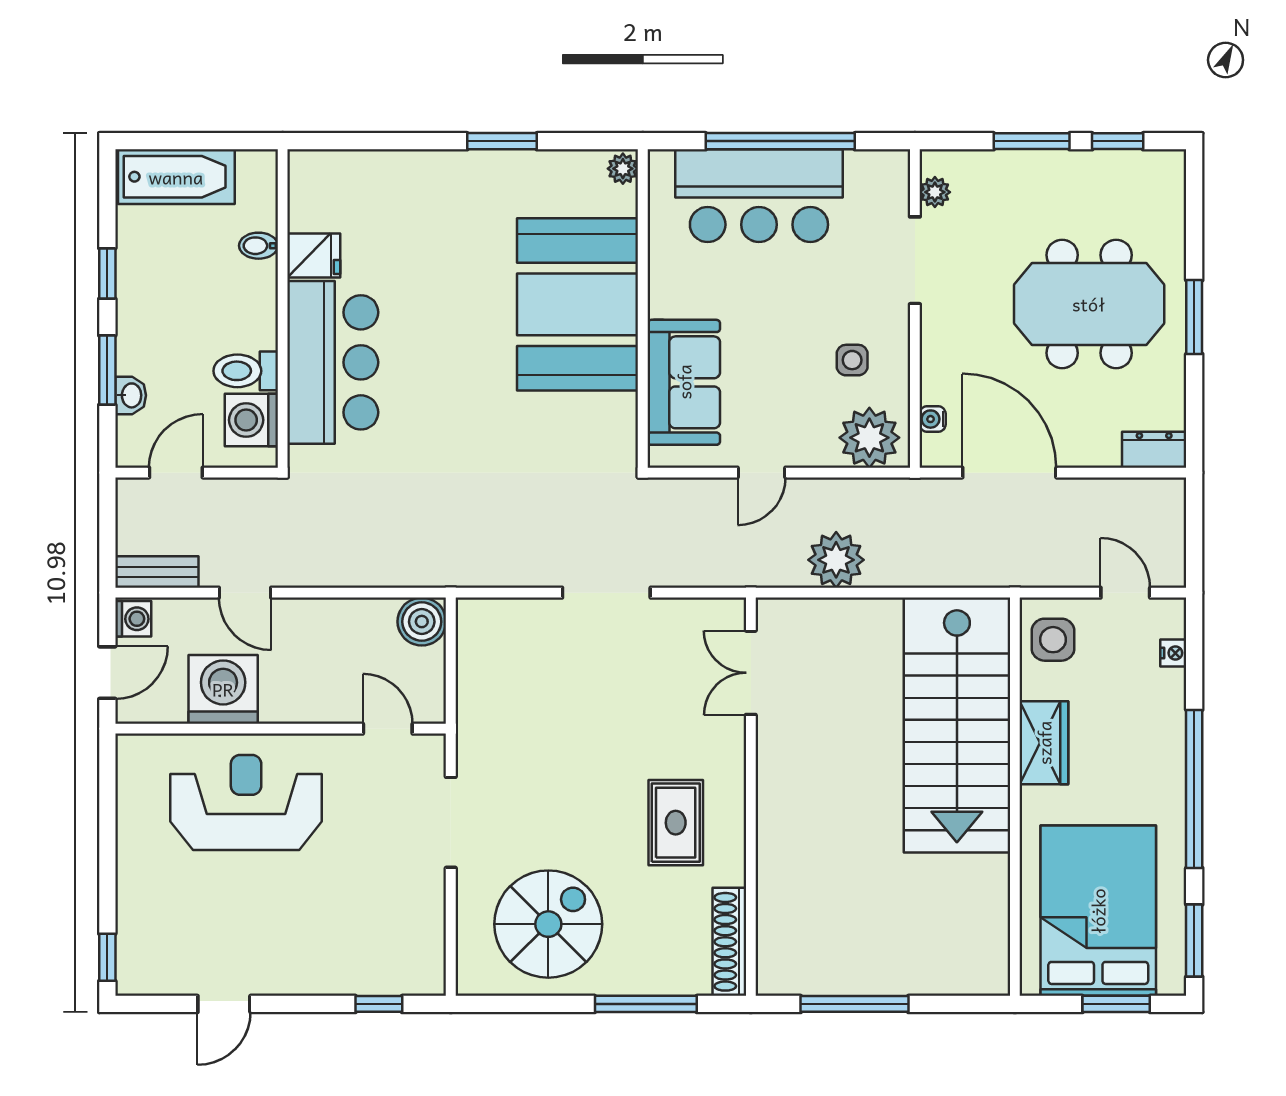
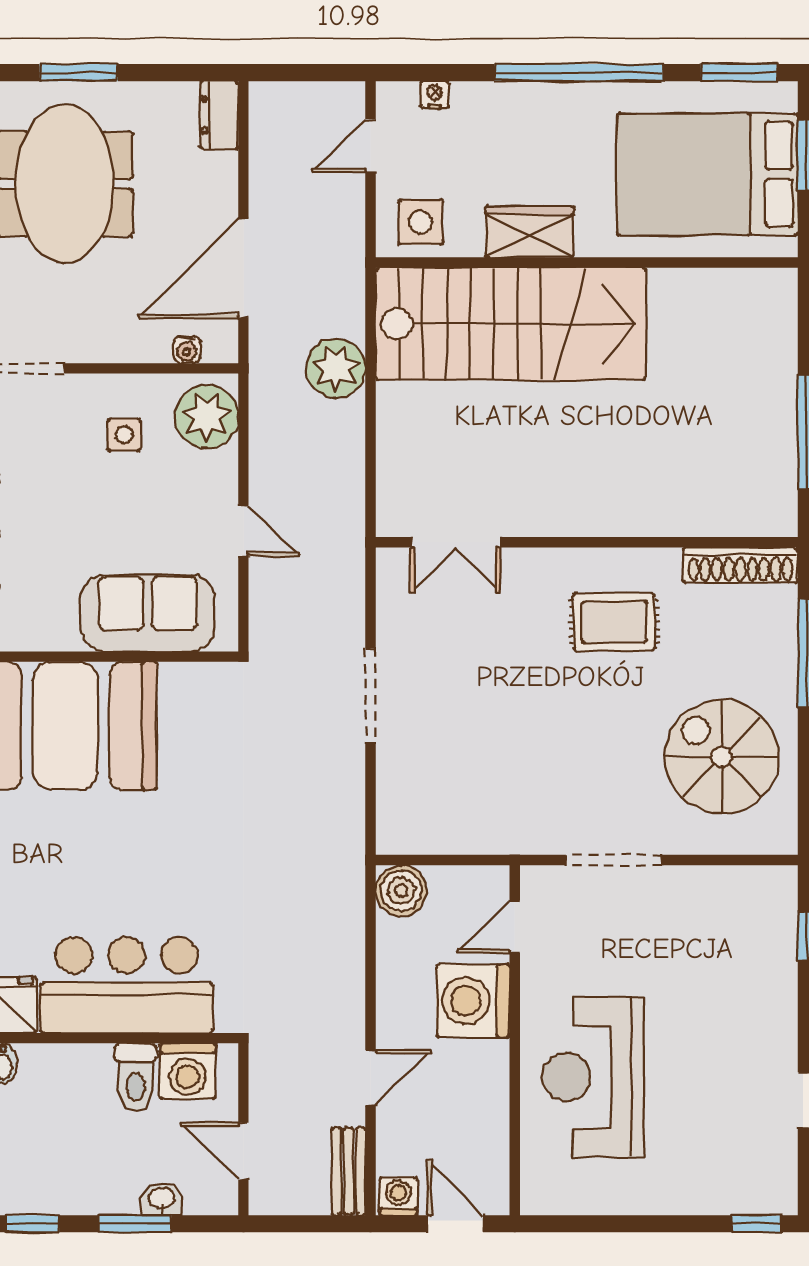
plant: (836, 560) -> (336, 368), moved
washing machine: (223, 689) -> (473, 1001), moved

